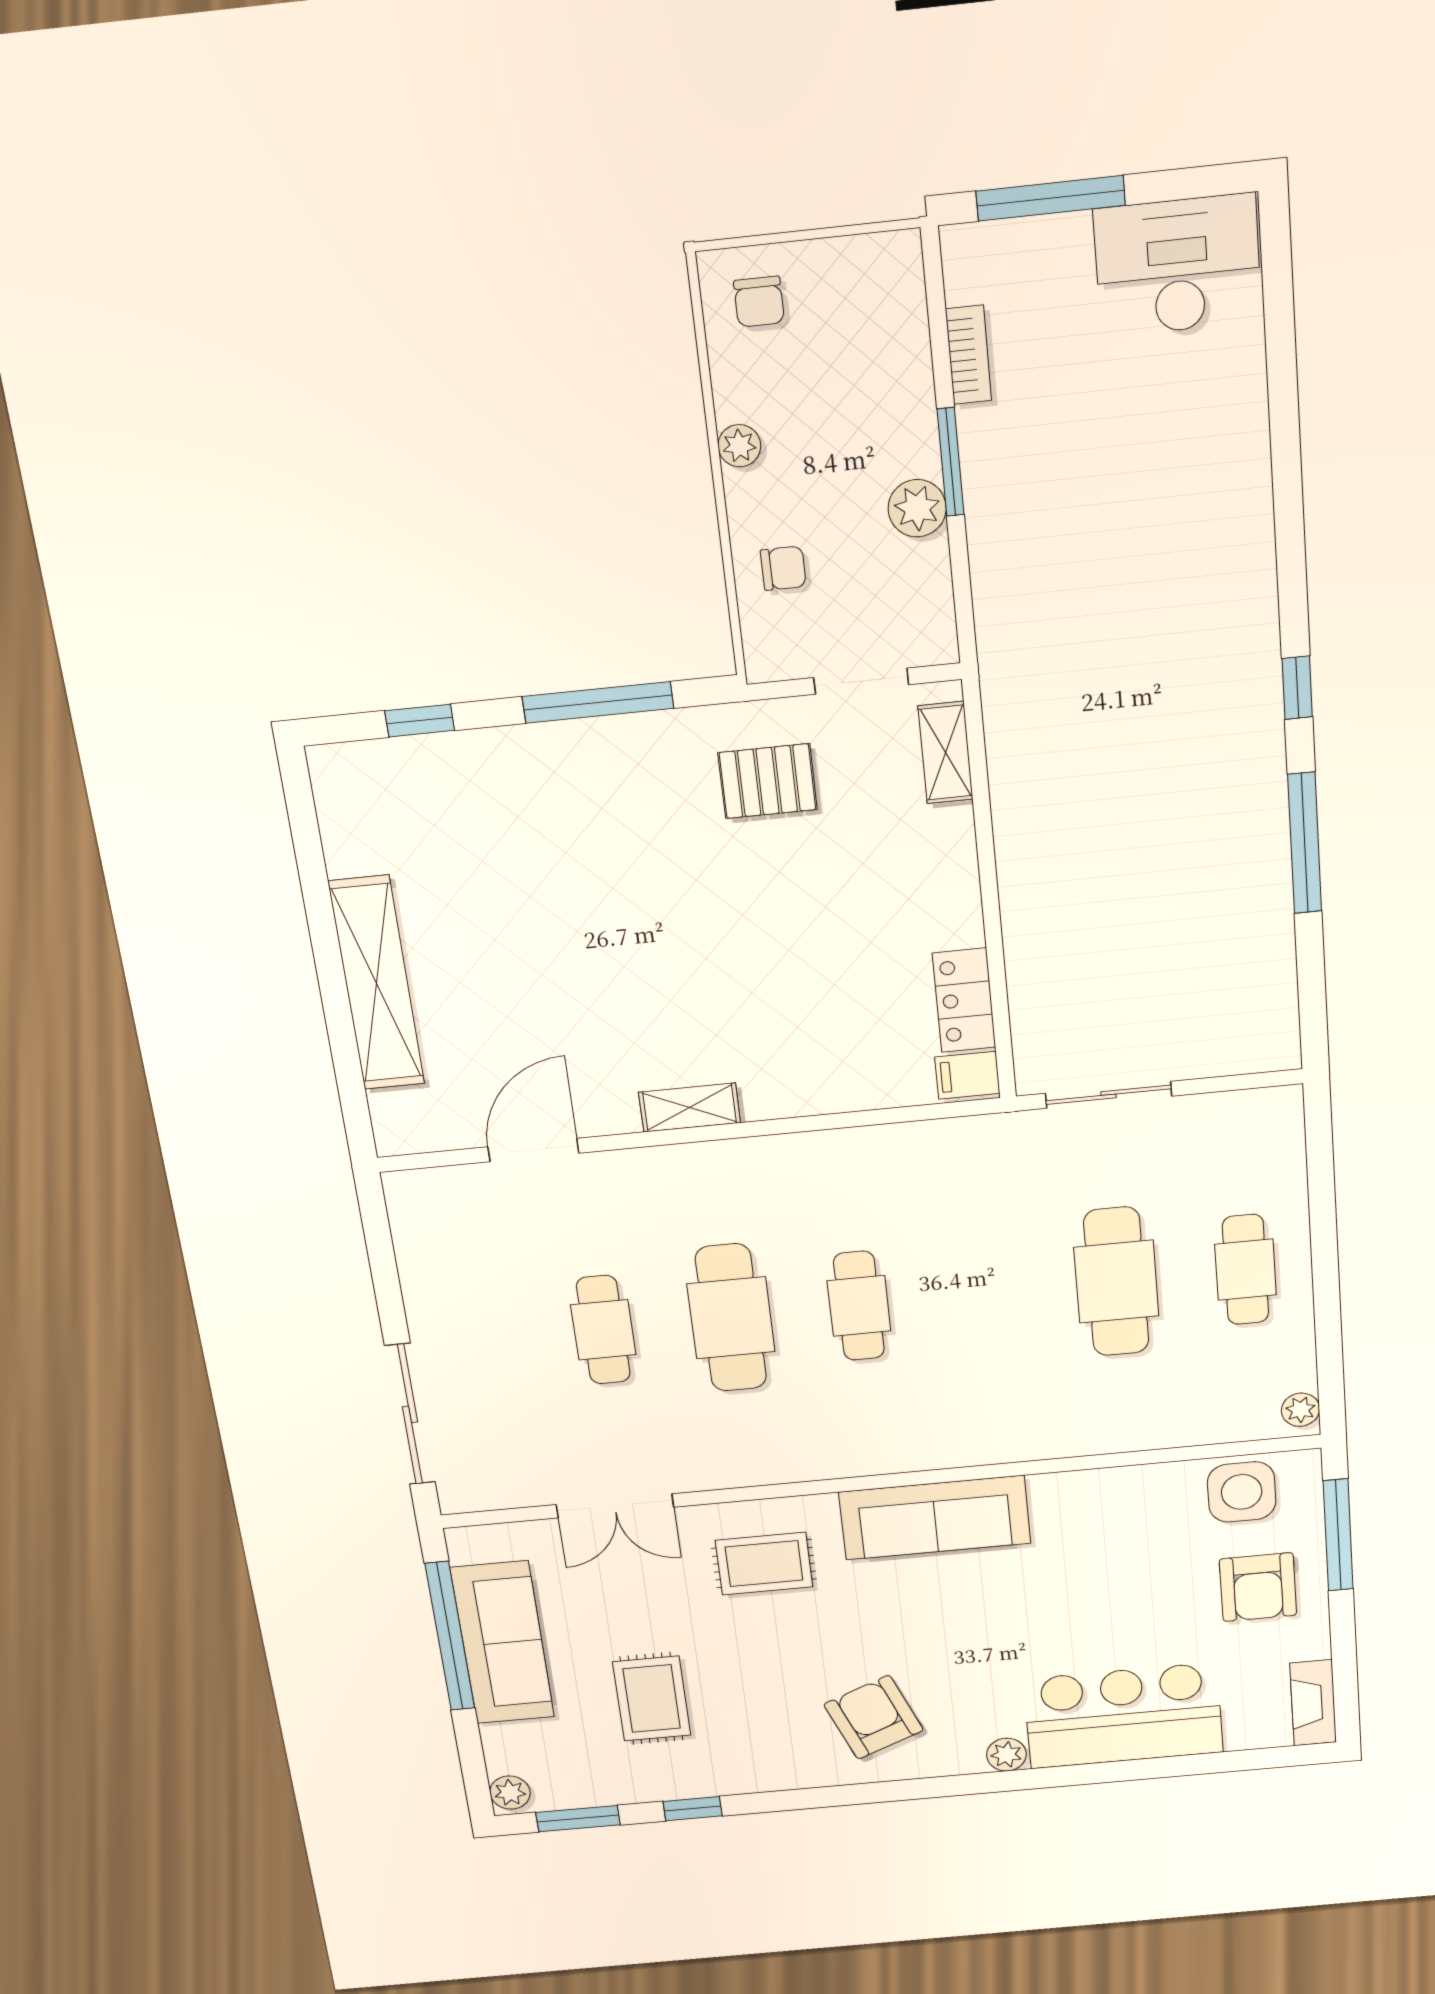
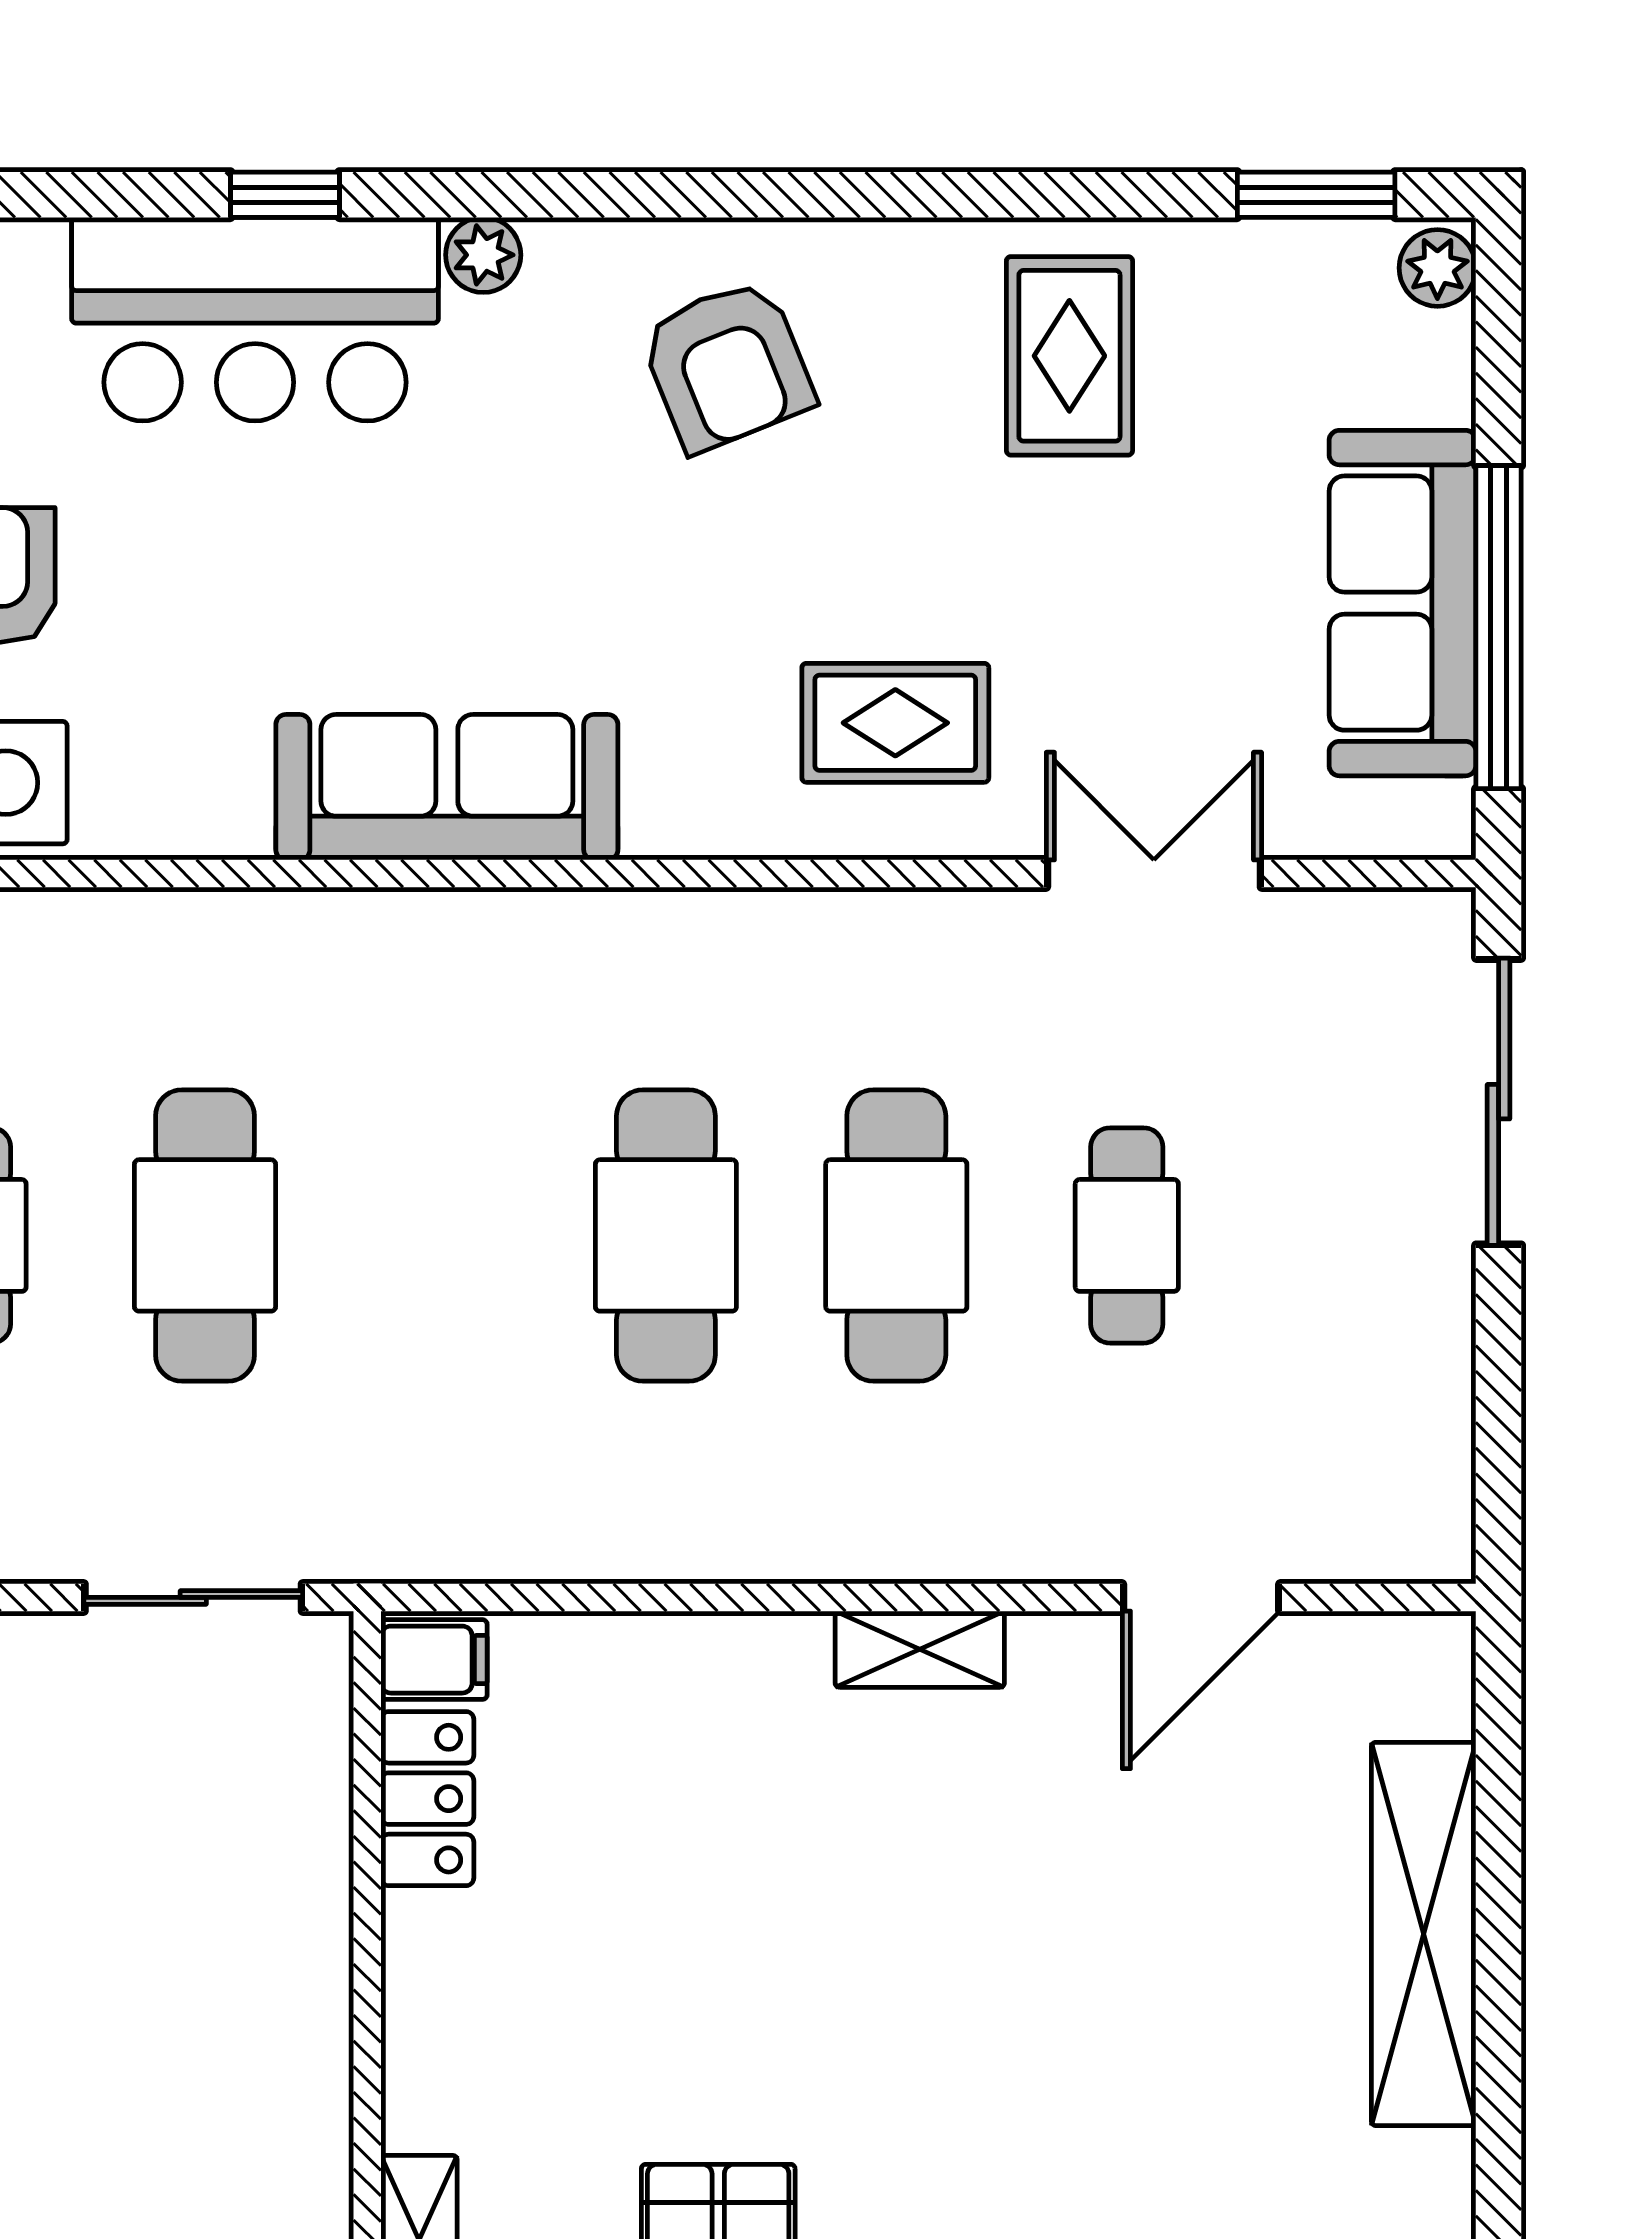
cafe table: (859, 1306) -> (666, 1235), width x1.37, depth x1.35
sofa: (935, 1518) -> (447, 787), moved
rug: (652, 1698) -> (1069, 356), moved
window: (693, 1809) -> (285, 195), moved

